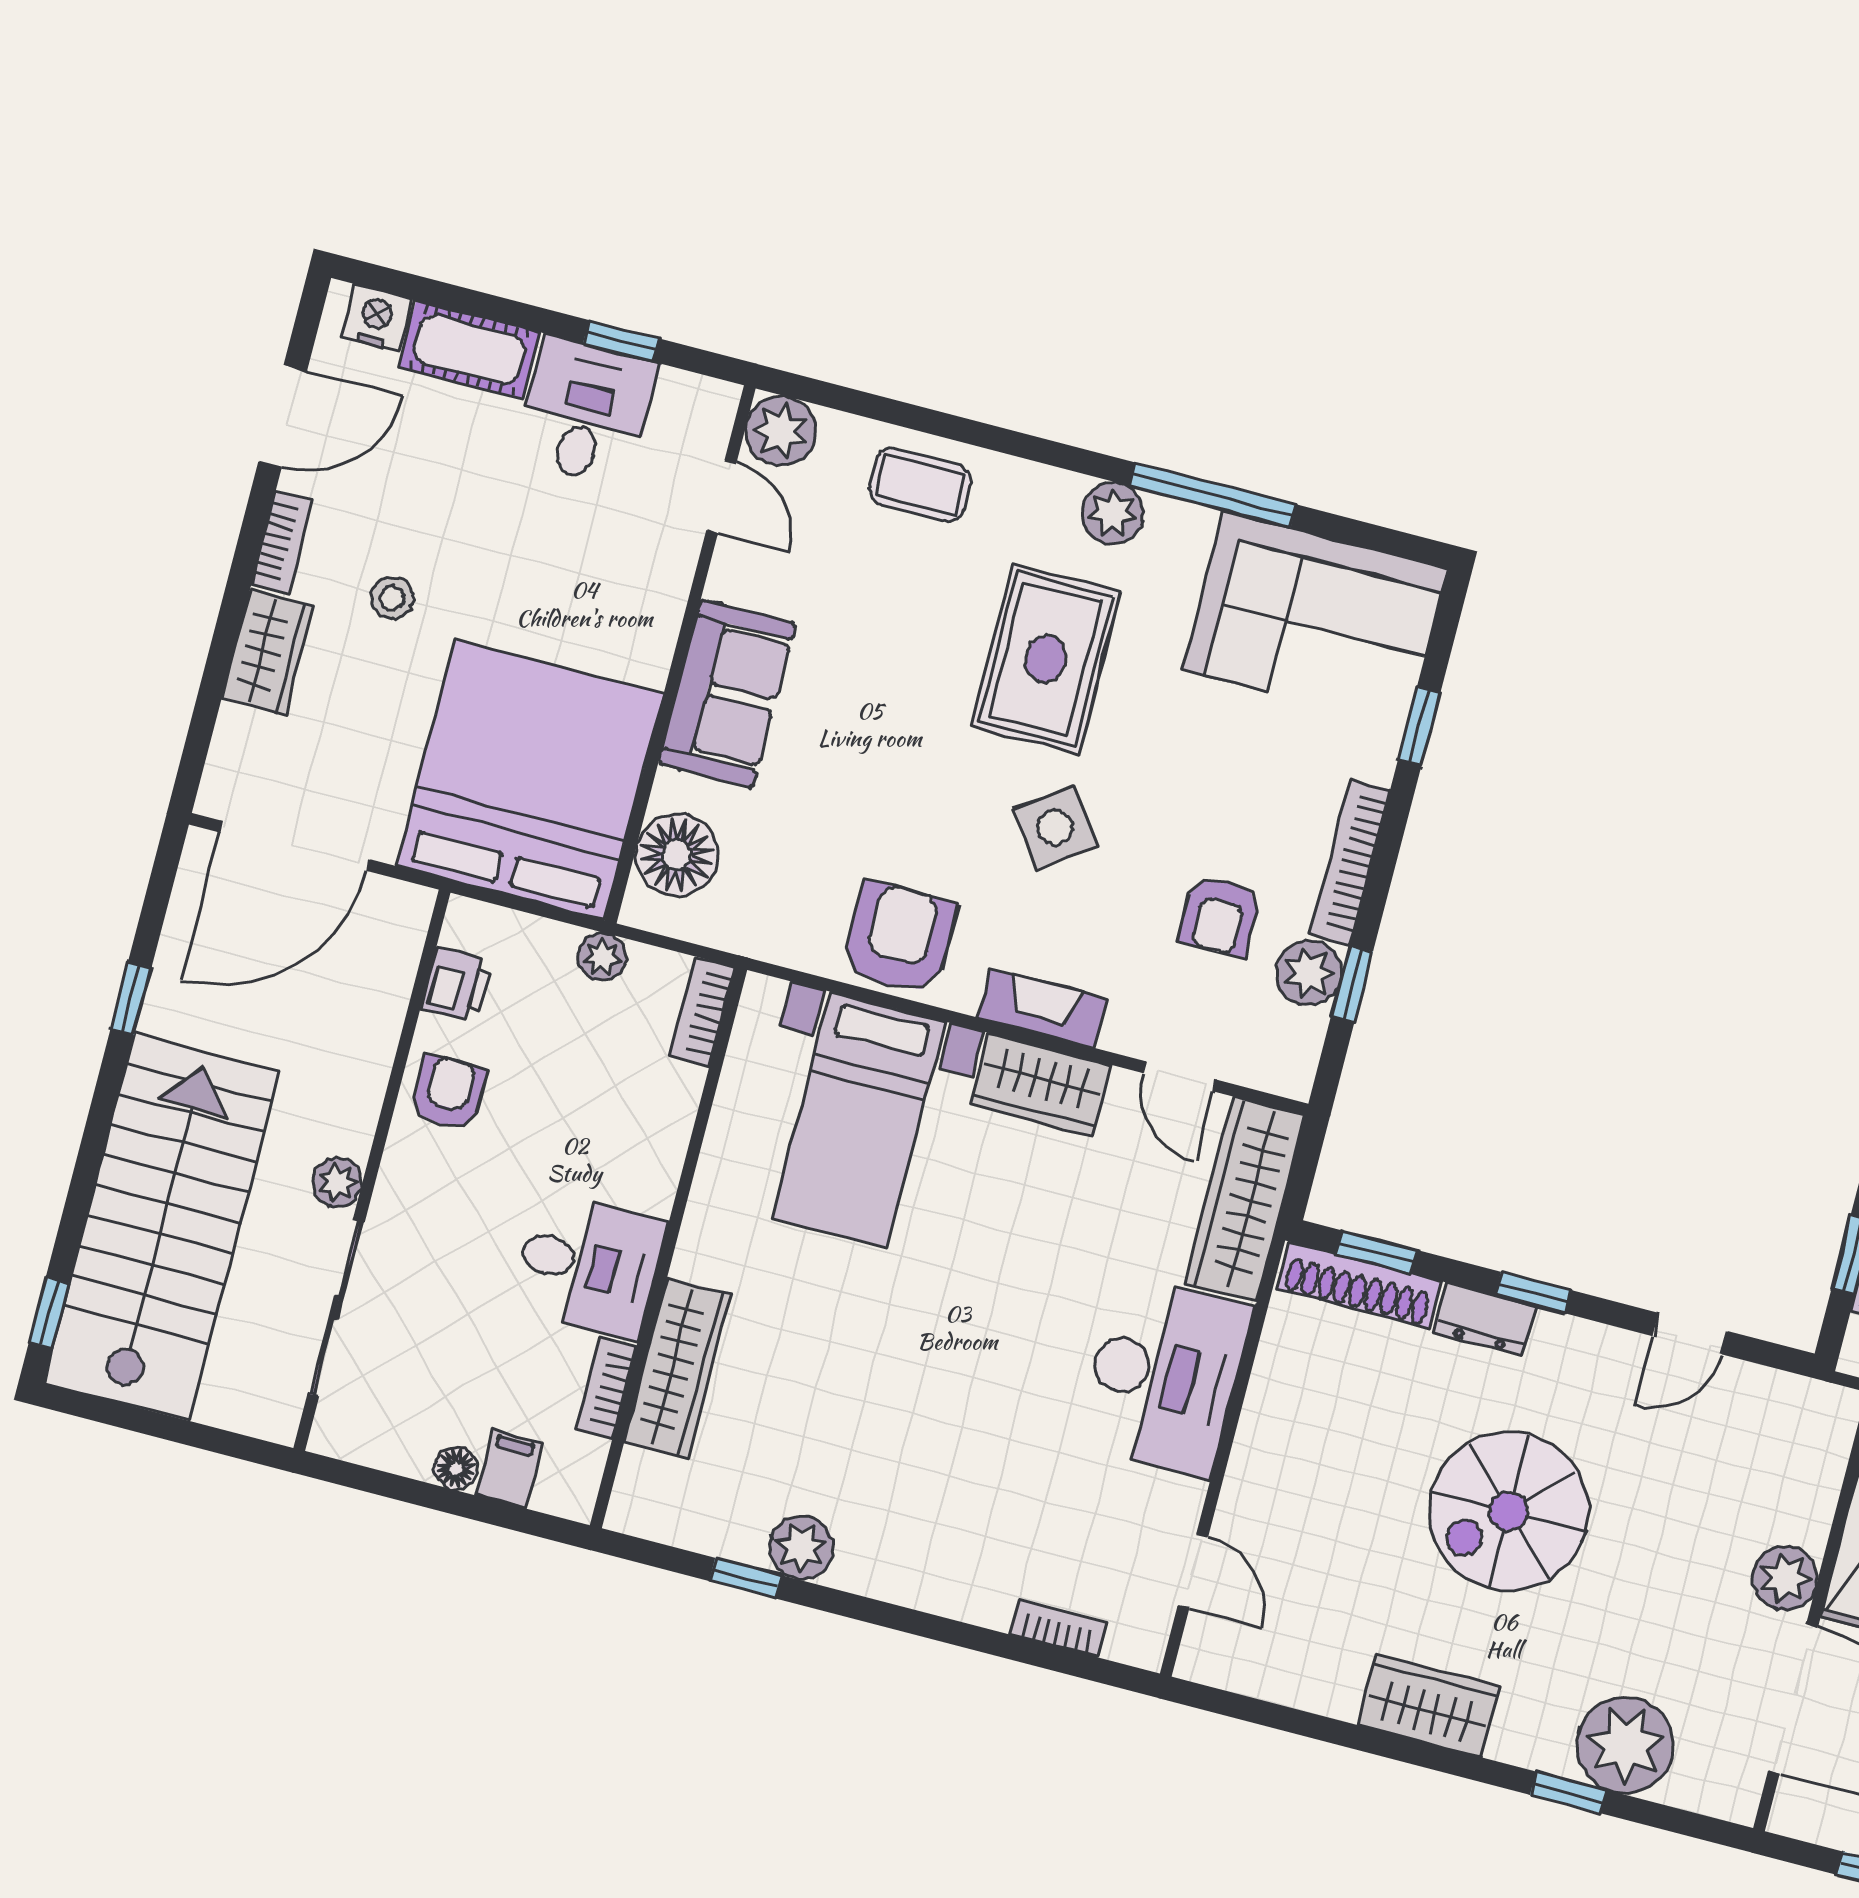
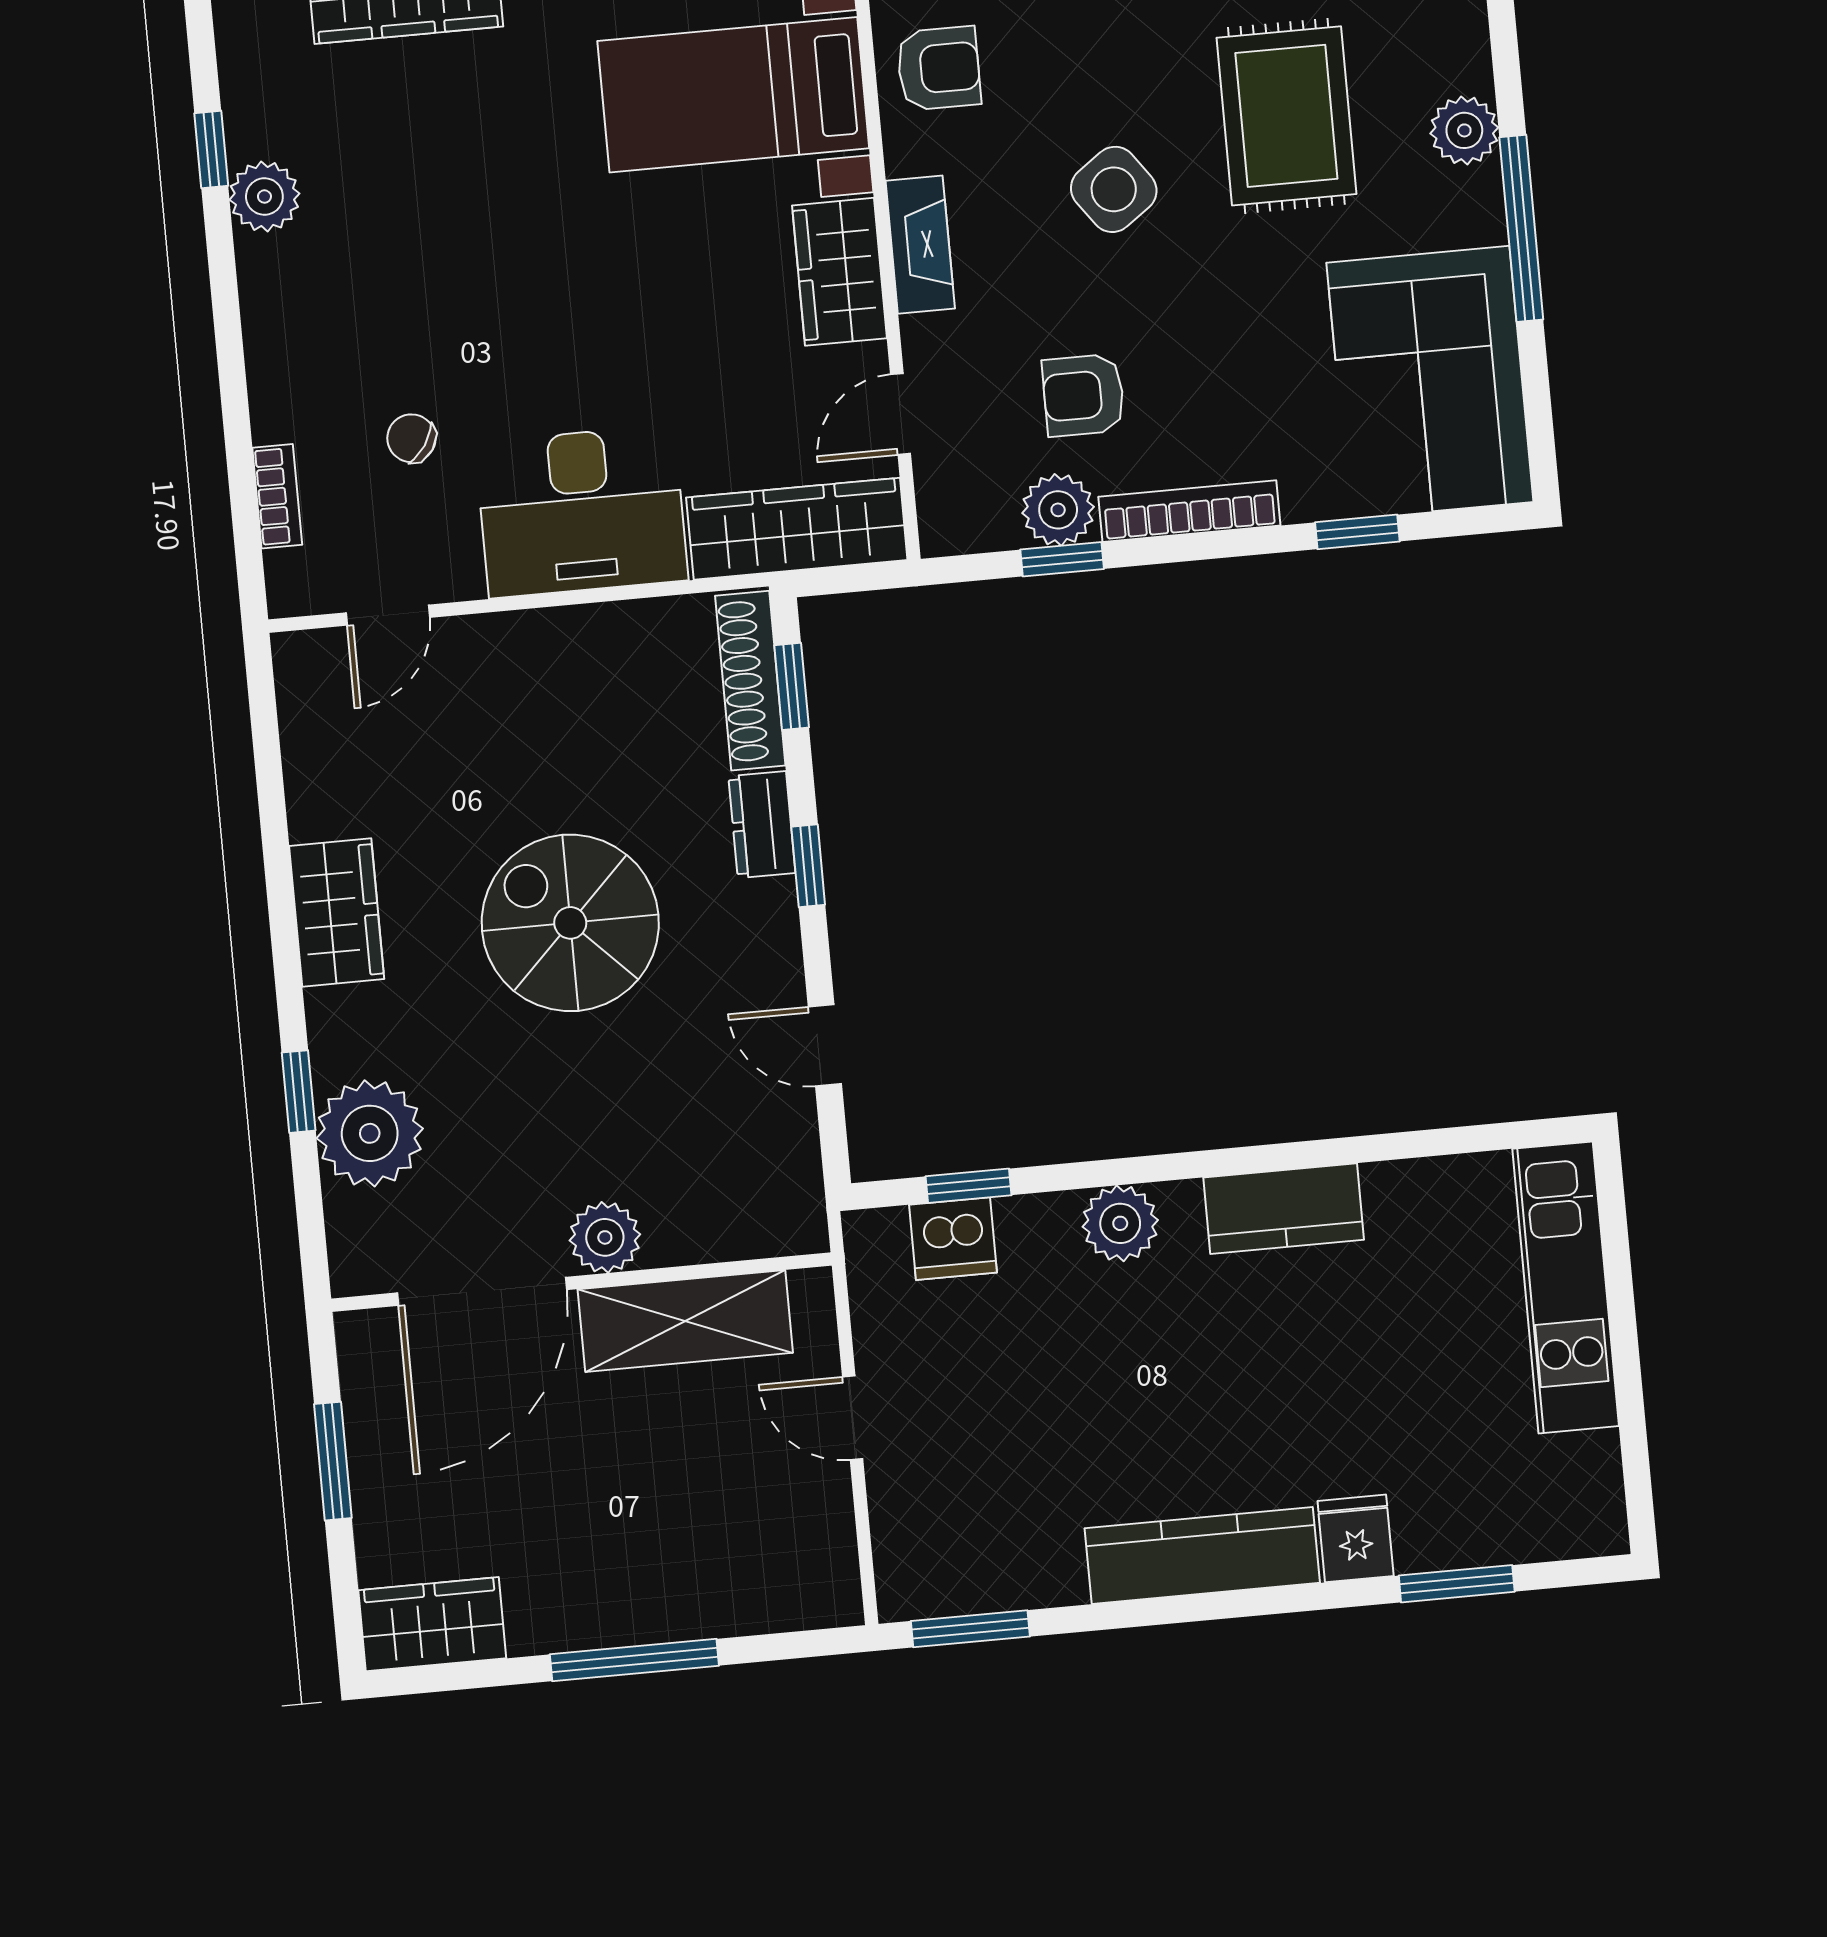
rug: (1046, 659) -> (1286, 116), turned 90
armchair: (899, 938) -> (939, 68), width x0.72, depth x0.72
chair: (1051, 1497) -> (411, 438), added

